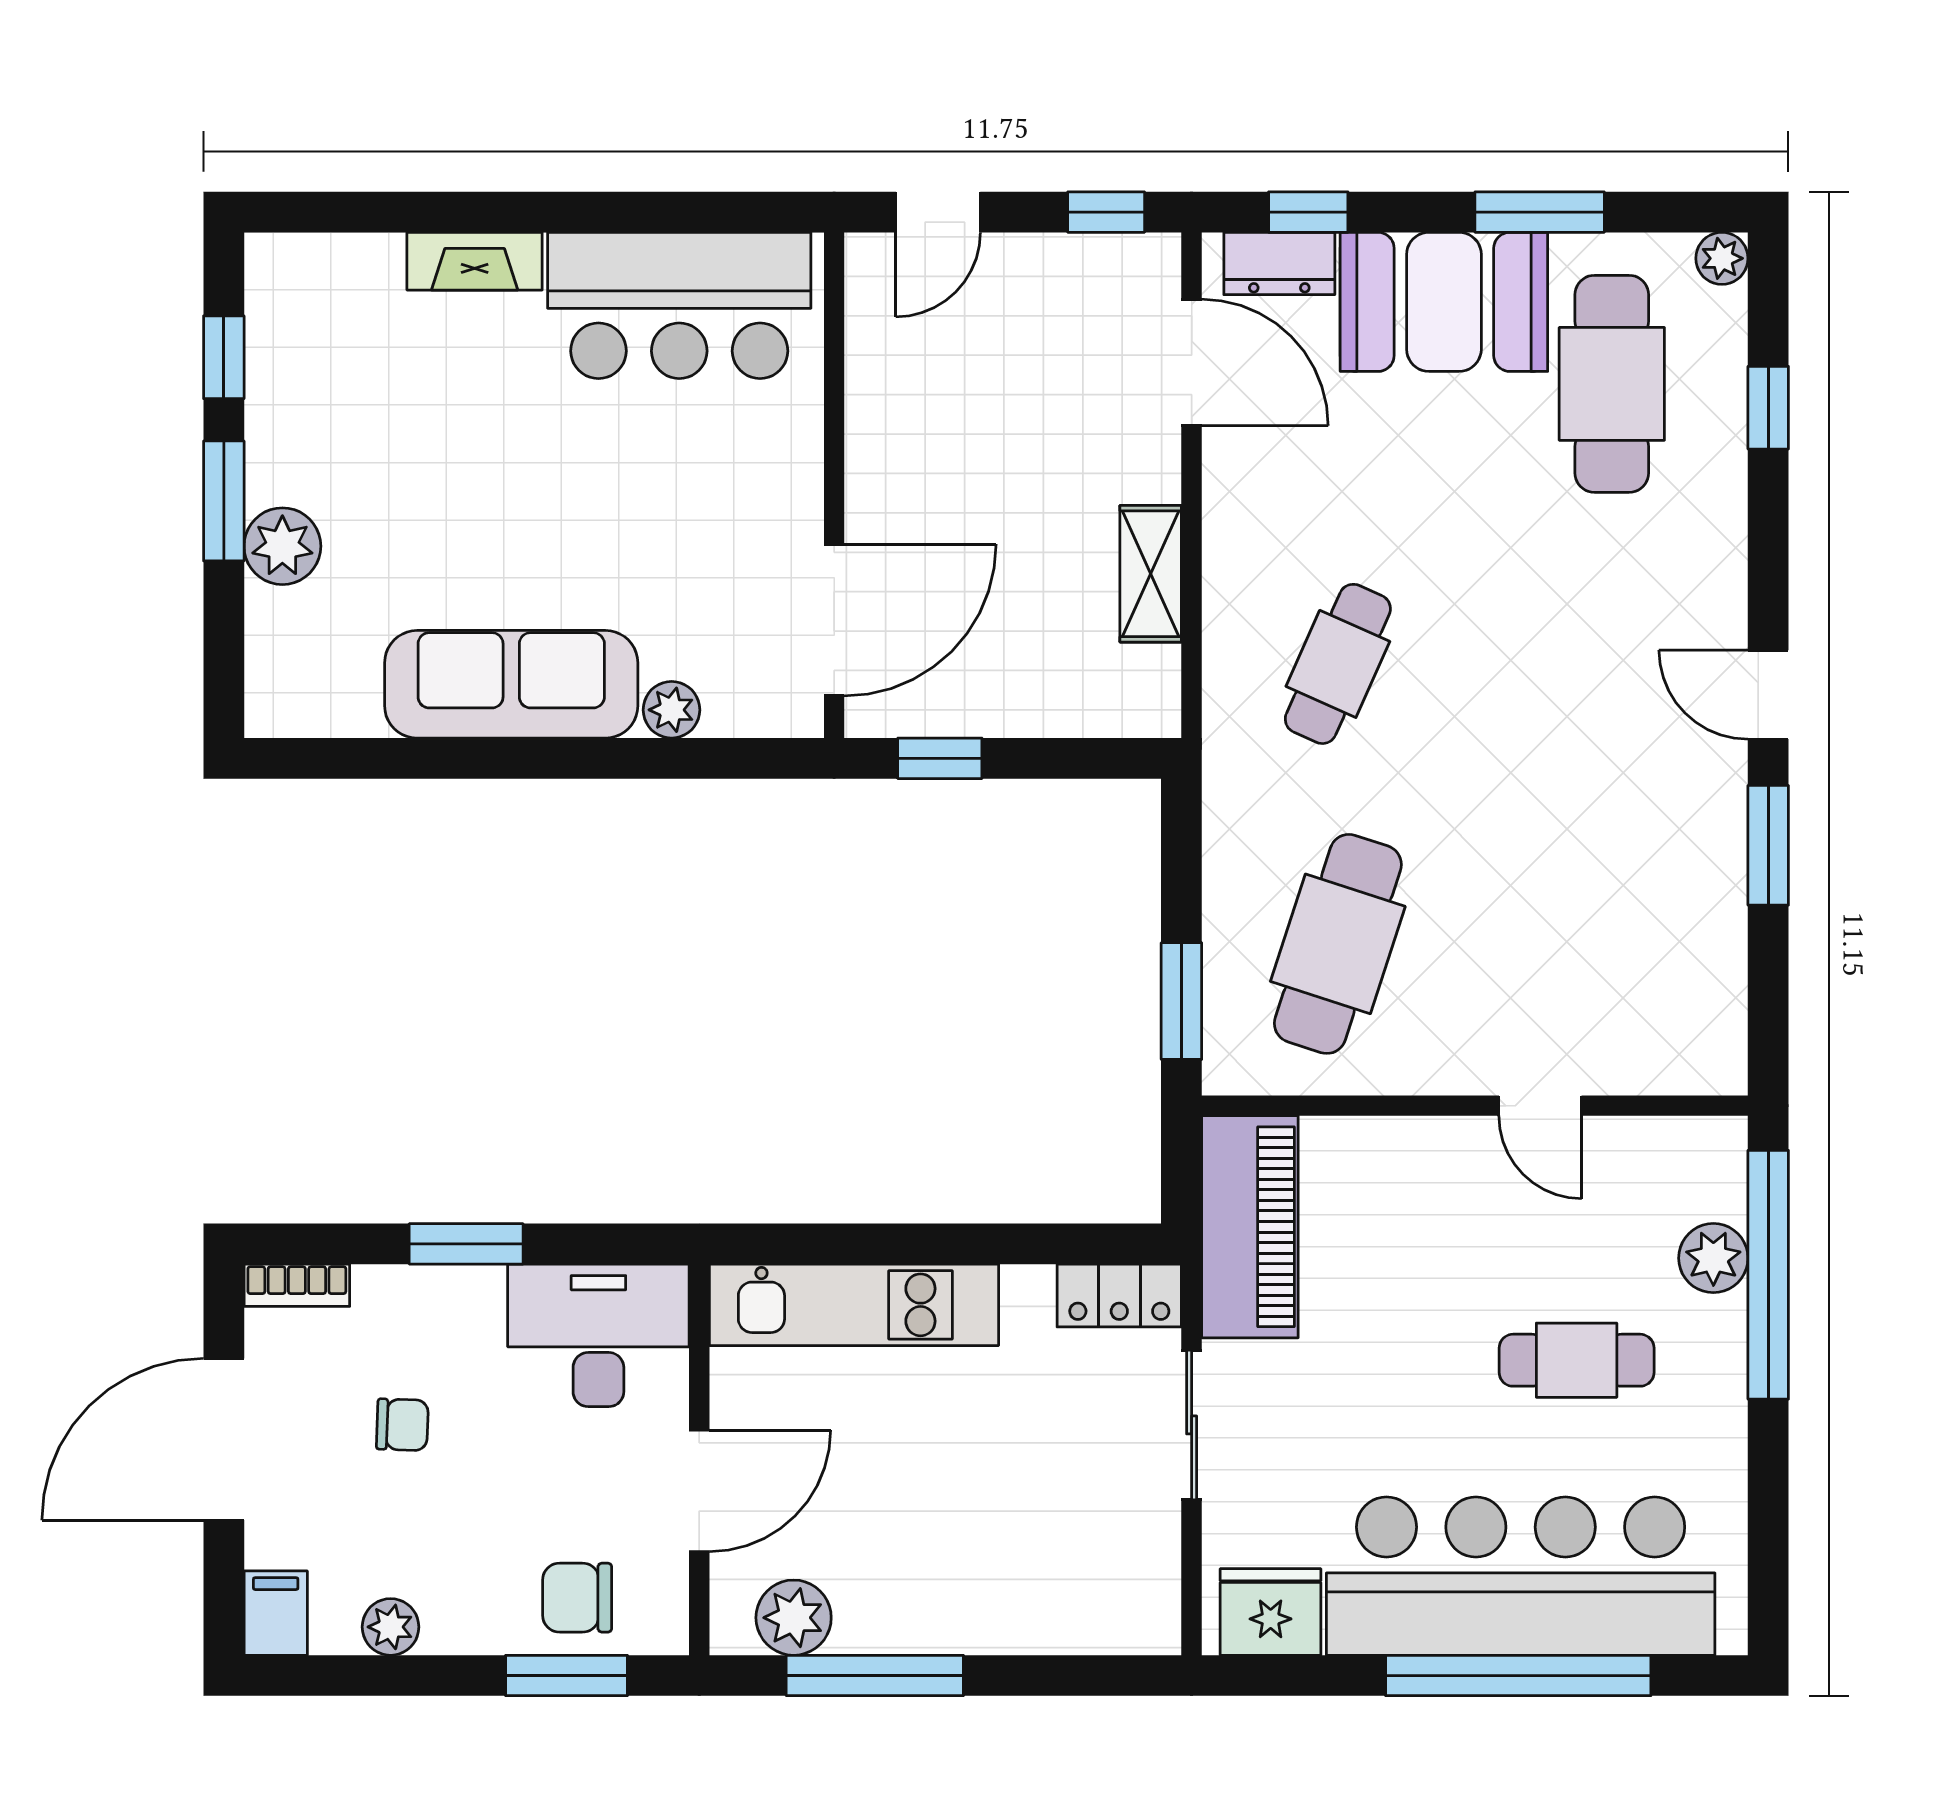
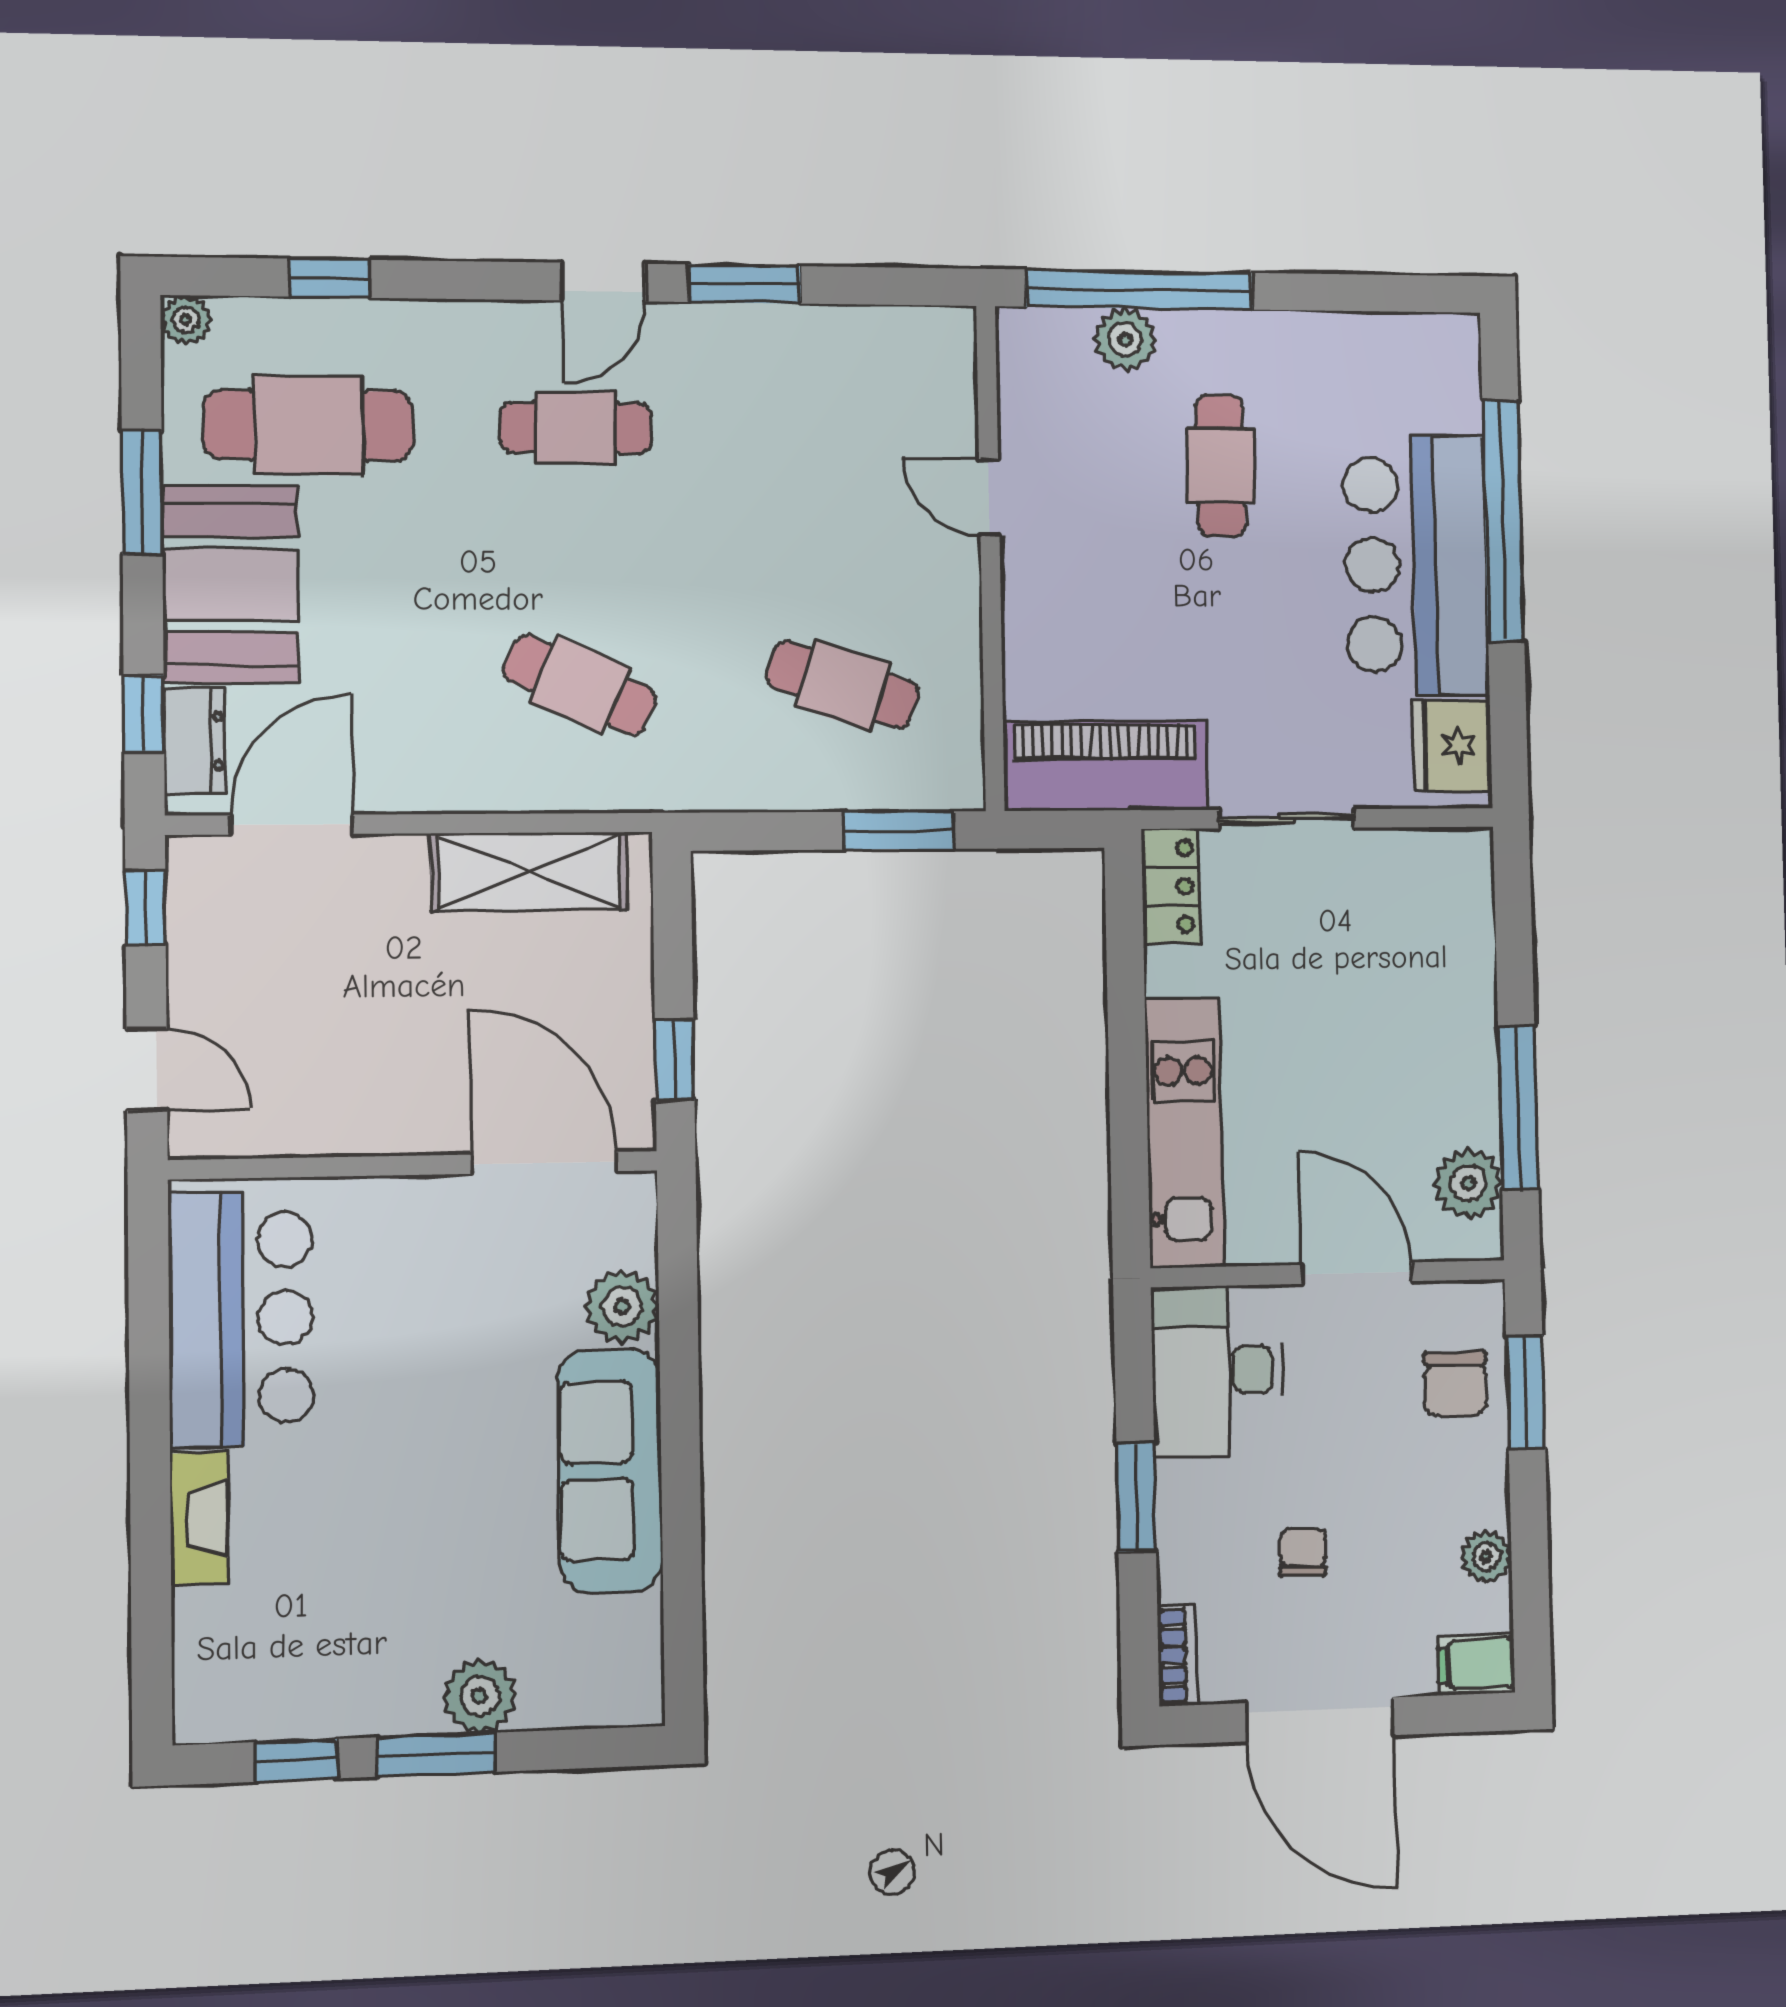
shelving: (1151, 574) -> (529, 872), width x1.50, depth x1.33
cafe table: (1612, 664) -> (576, 428), added
plant: (672, 710) -> (622, 1307), width x1.38, depth x1.38
cafe table: (1338, 944) -> (843, 685), width x0.73, depth x0.74
door: (1540, 1106) -> (989, 497), swing flipped
bar counter: (1521, 1576) -> (1416, 565), width x0.73

